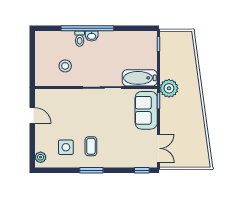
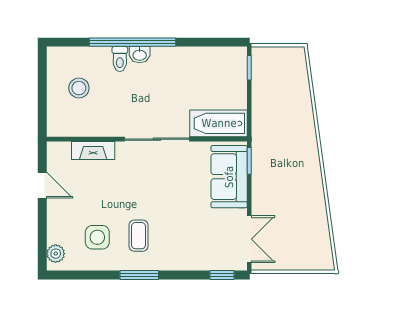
stool: (65, 66) -> (79, 88), moved
plant: (169, 88) -> (267, 141), removed
fireplace: (63, 94) -> (93, 150), added

